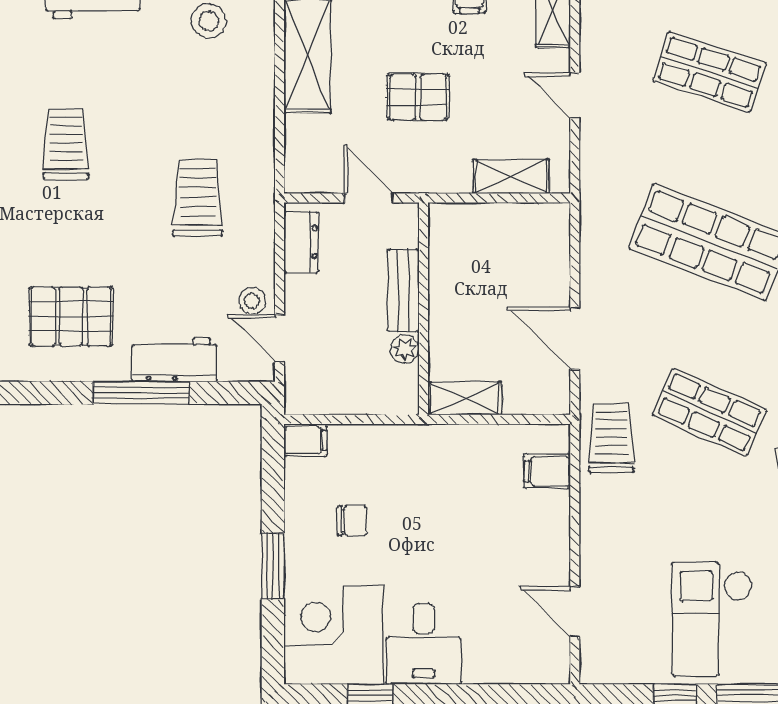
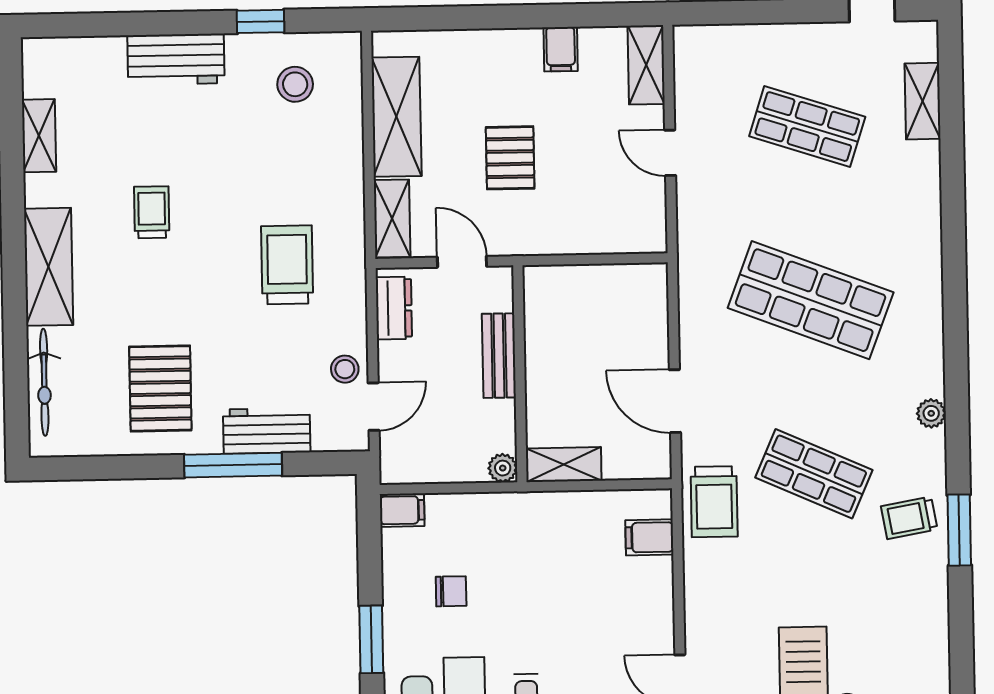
pallet: (418, 97) -> (510, 158), turned 90
trolley: (66, 144) -> (152, 212), width x0.73, depth x0.72
shelving: (511, 176) -> (392, 218), moved, turned 90
pallet: (71, 316) -> (160, 388), turned 90
door: (280, 338) -> (374, 407), swing flipped
plant: (405, 349) -> (503, 468), moved
trolley: (611, 438) -> (714, 502), turned 180

